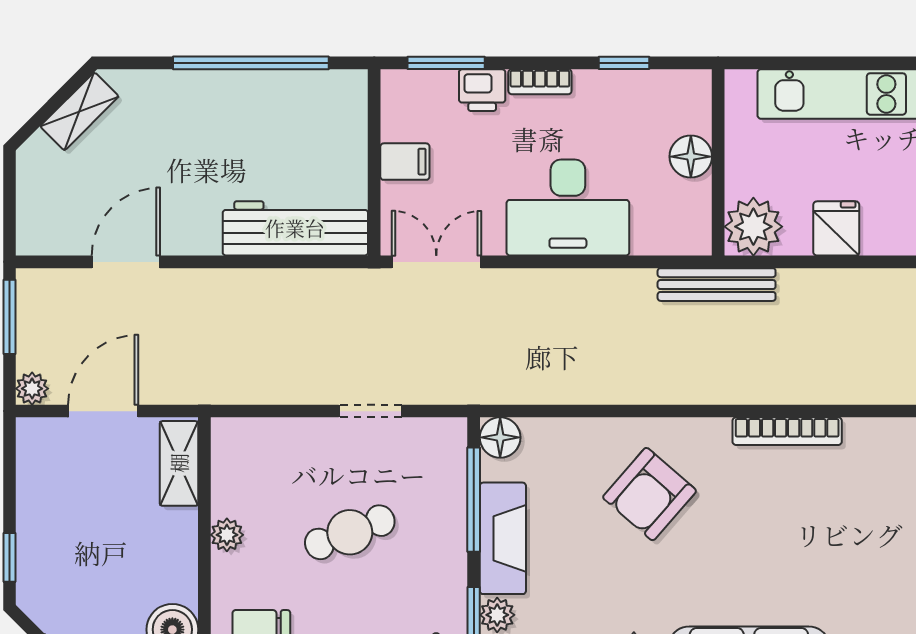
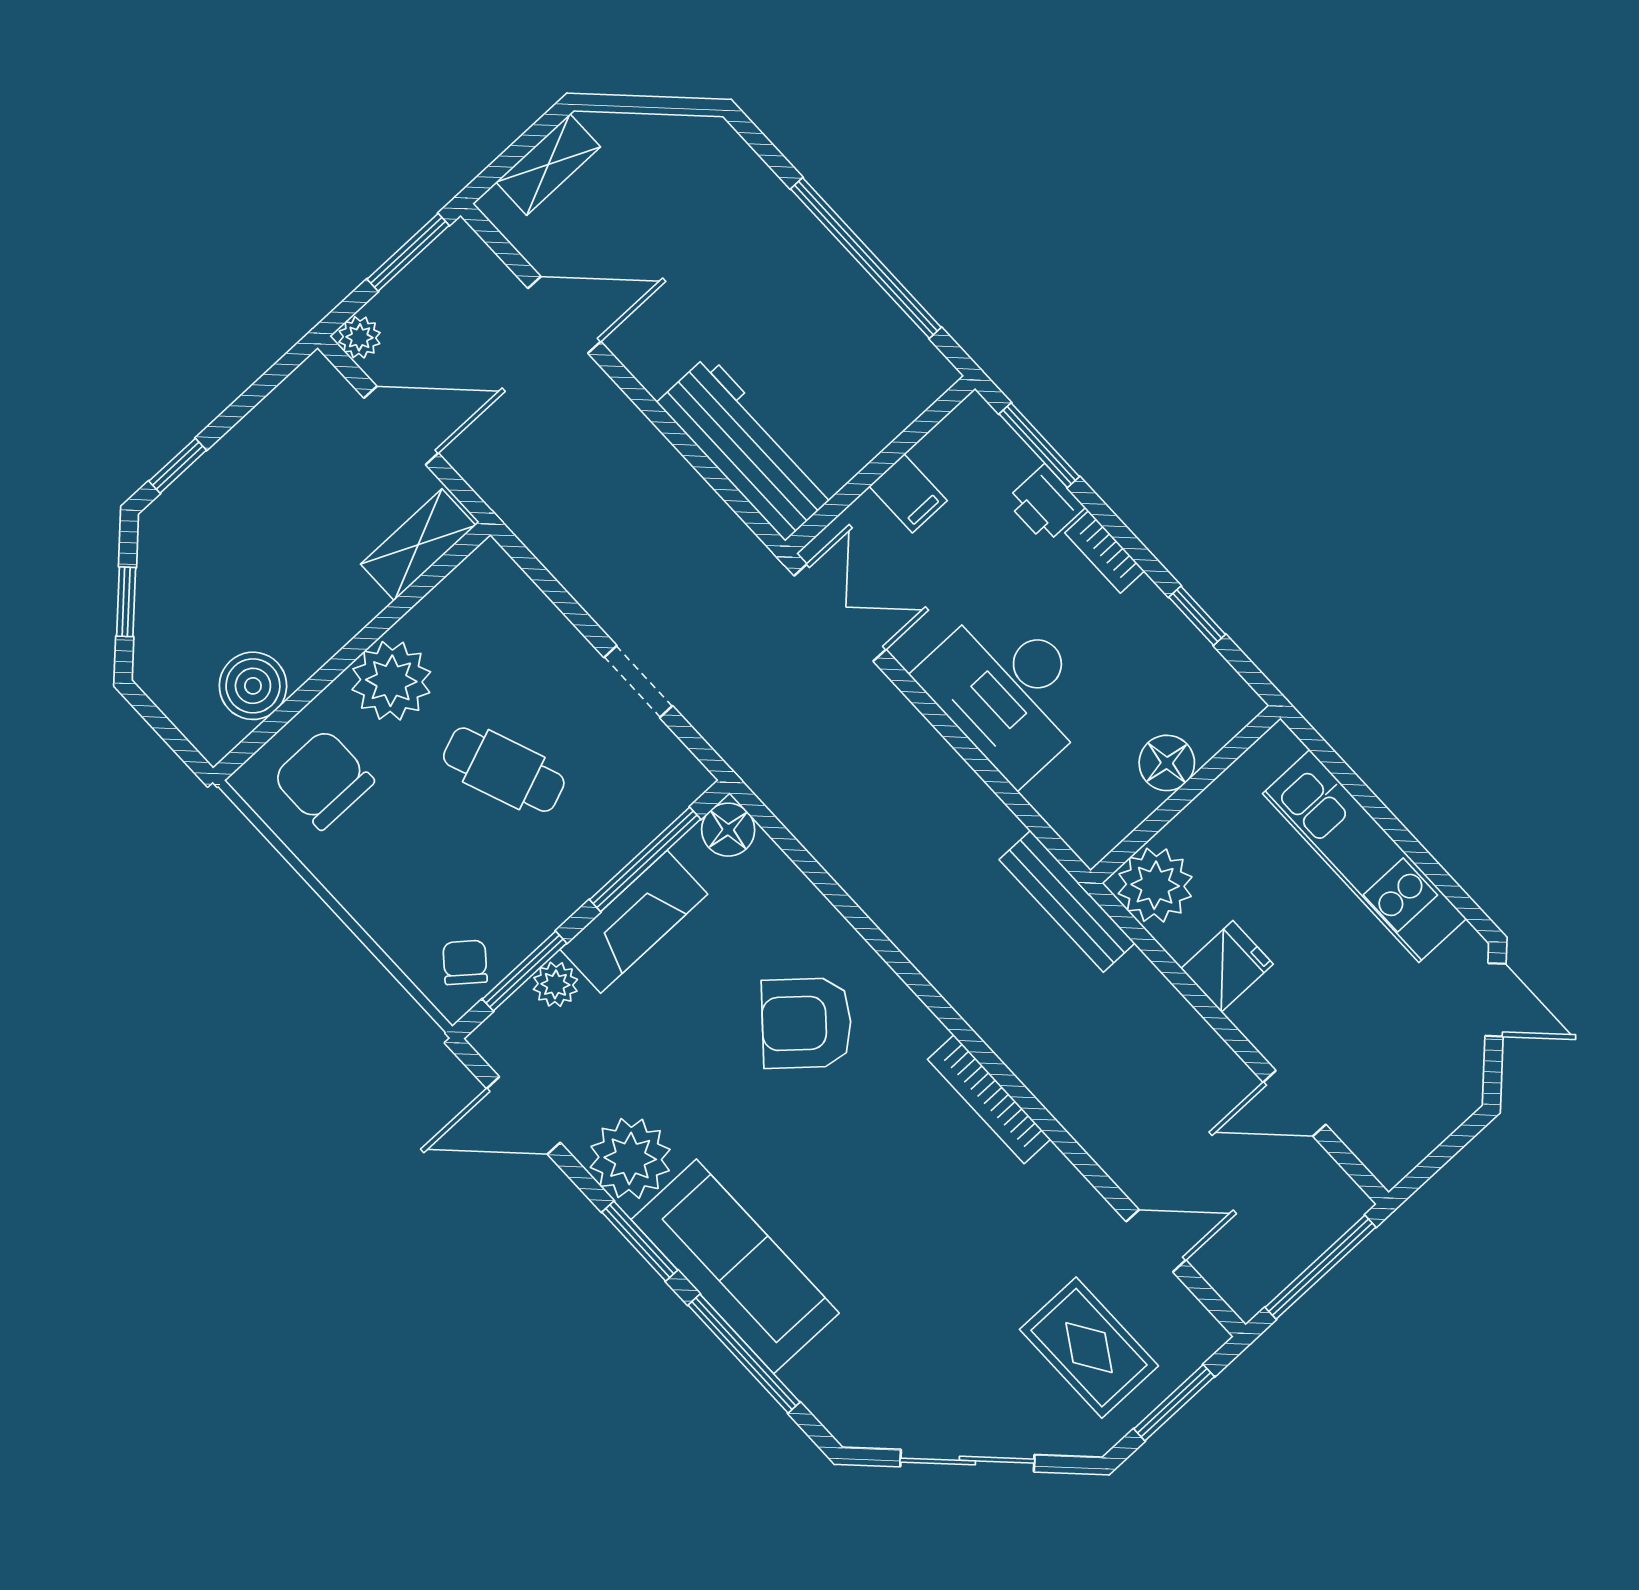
shelving: (79, 111) -> (548, 165), moved, turned -45
plant: (227, 535) -> (391, 681), width x1.87, depth x1.87

